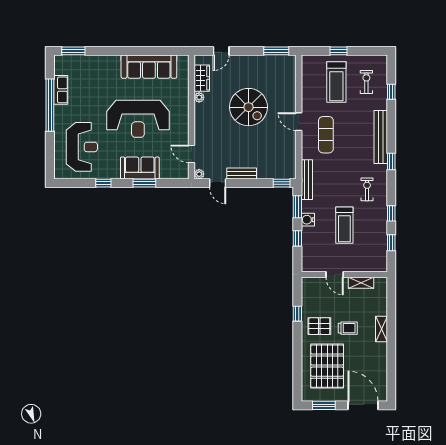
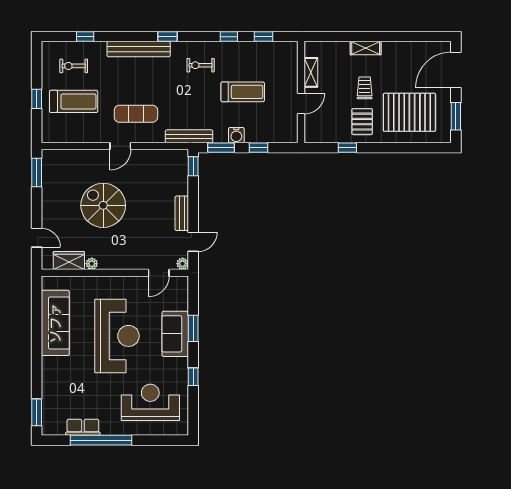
spiral stairs: (248, 107) -> (103, 205), turned -90

